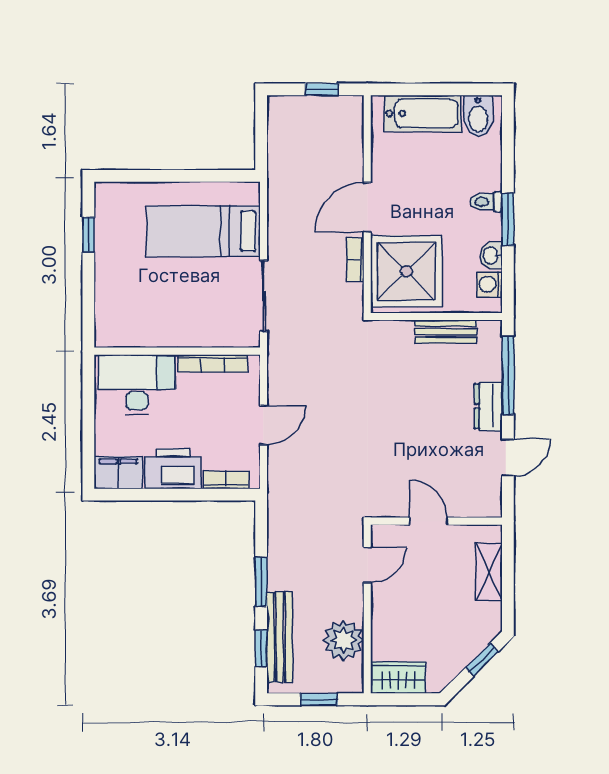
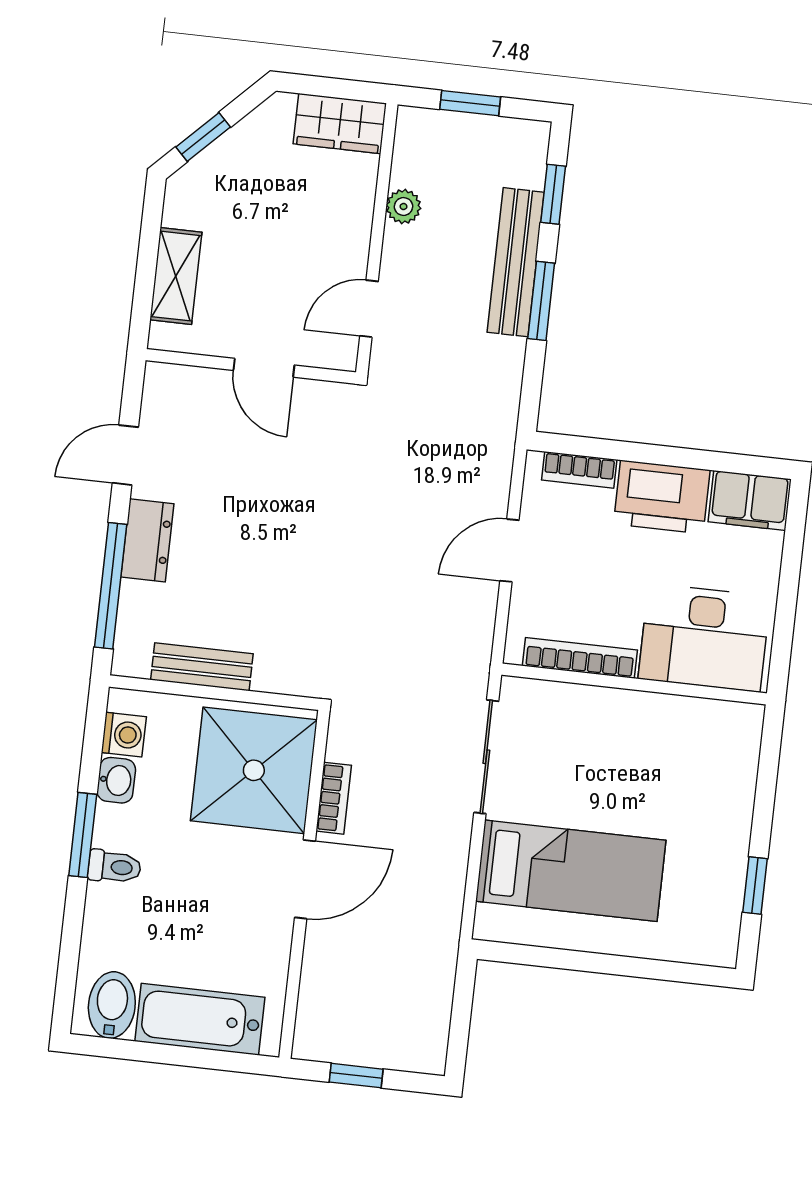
bench: (280, 637) -> (516, 262), moved
plant: (344, 640) -> (403, 206), width x0.53, depth x0.53

